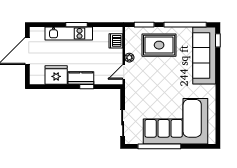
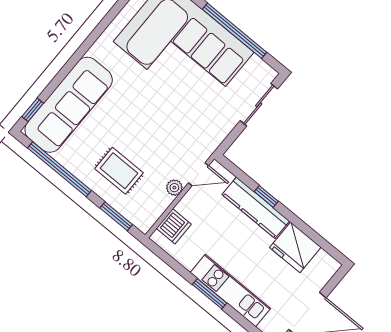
rug: (159, 45) -> (119, 171), width x0.73, depth x0.70
kitchen counter: (81, 78) -> (256, 208), width x1.50

